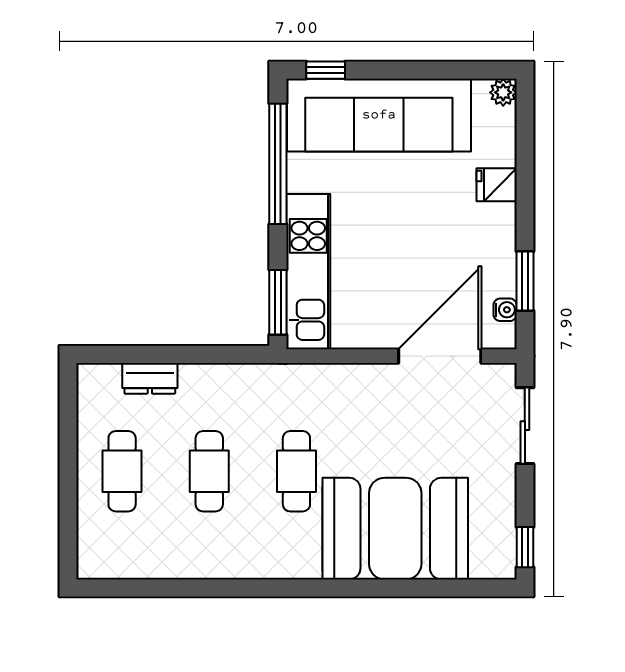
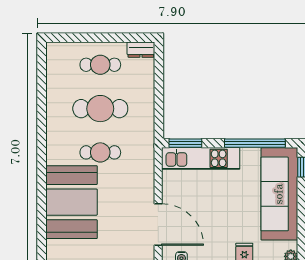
dresser: (150, 378) -> (141, 50), moved, turned -90
cafe table: (209, 471) -> (100, 109), width x1.37, depth x1.35

